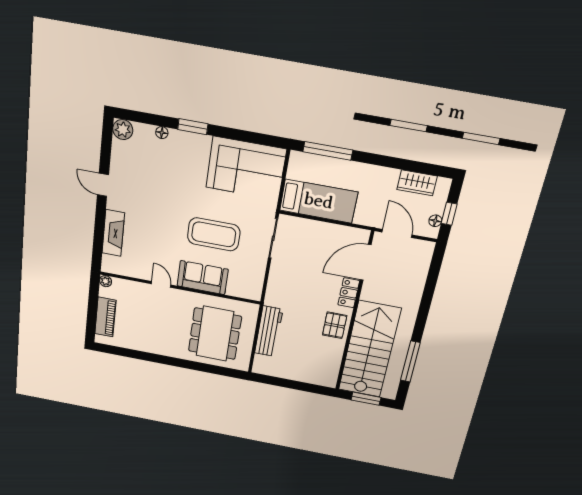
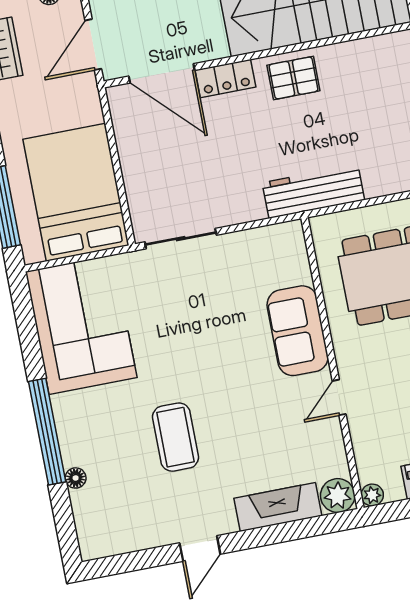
window: (193, 127) -> (47, 432), width x2.11
plant: (123, 130) -> (338, 496), moved
bed: (319, 201) -> (76, 192), width x1.50
coffee table: (214, 234) -> (175, 437), moved, width x0.73, depth x0.76
workbench: (269, 331) -> (313, 191), moved

